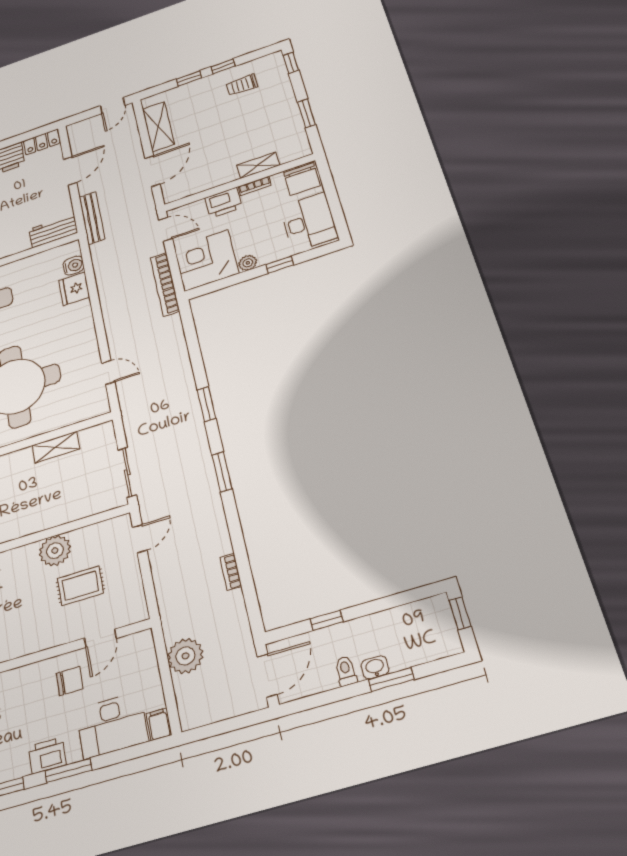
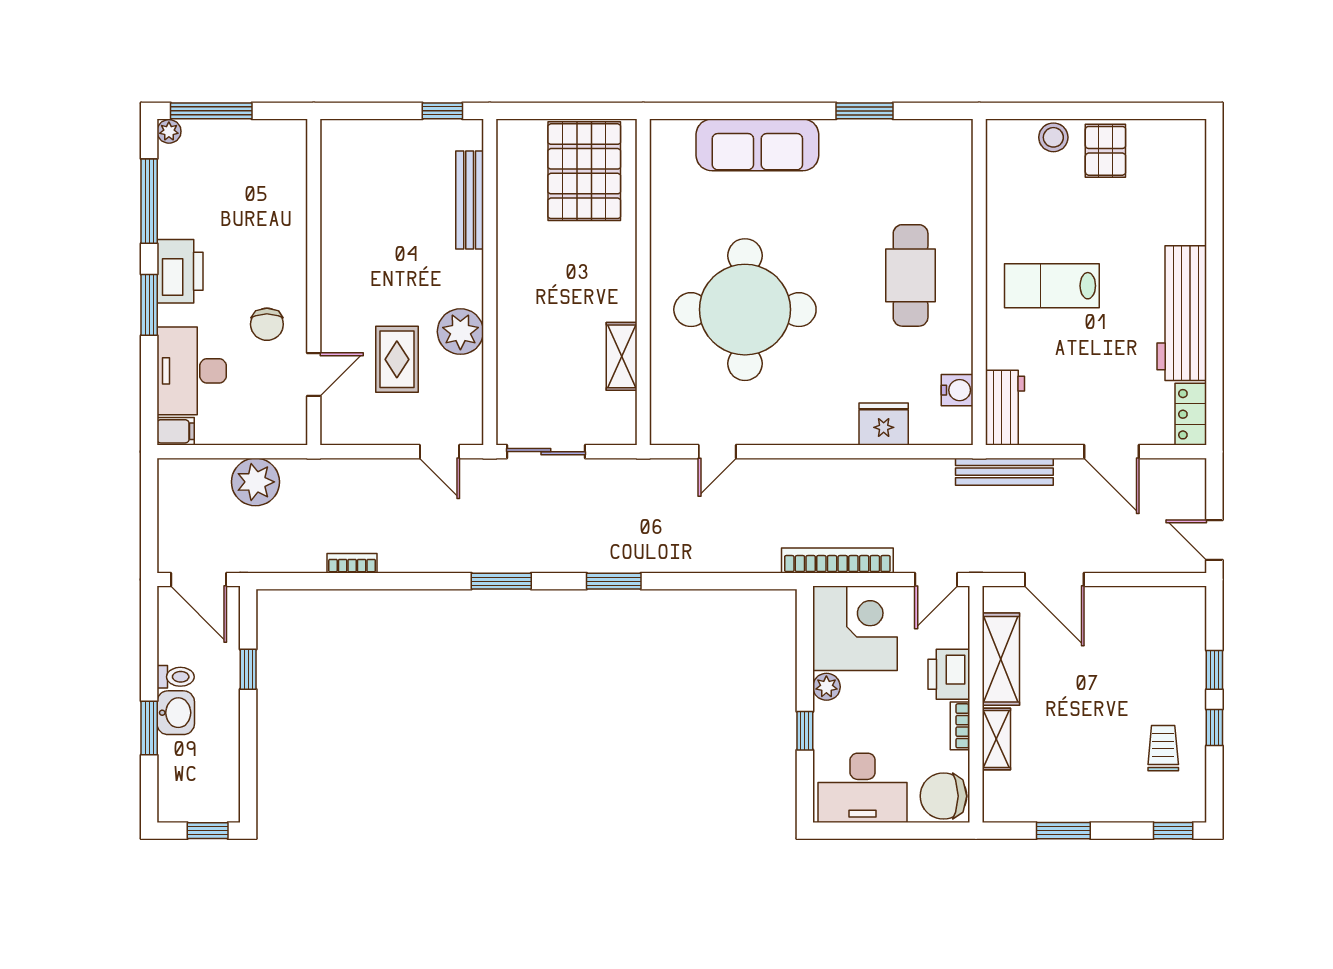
shelving: (158, 127) -> (1001, 659), moved, turned 90
water cooler: (74, 266) -> (957, 390), moved, turned -90
door: (100, 638) -> (314, 374), swing flipped
washbasin: (375, 667) -> (176, 713), width x1.38, depth x1.45
printer: (47, 755) -> (180, 271), width x1.37, depth x1.19

